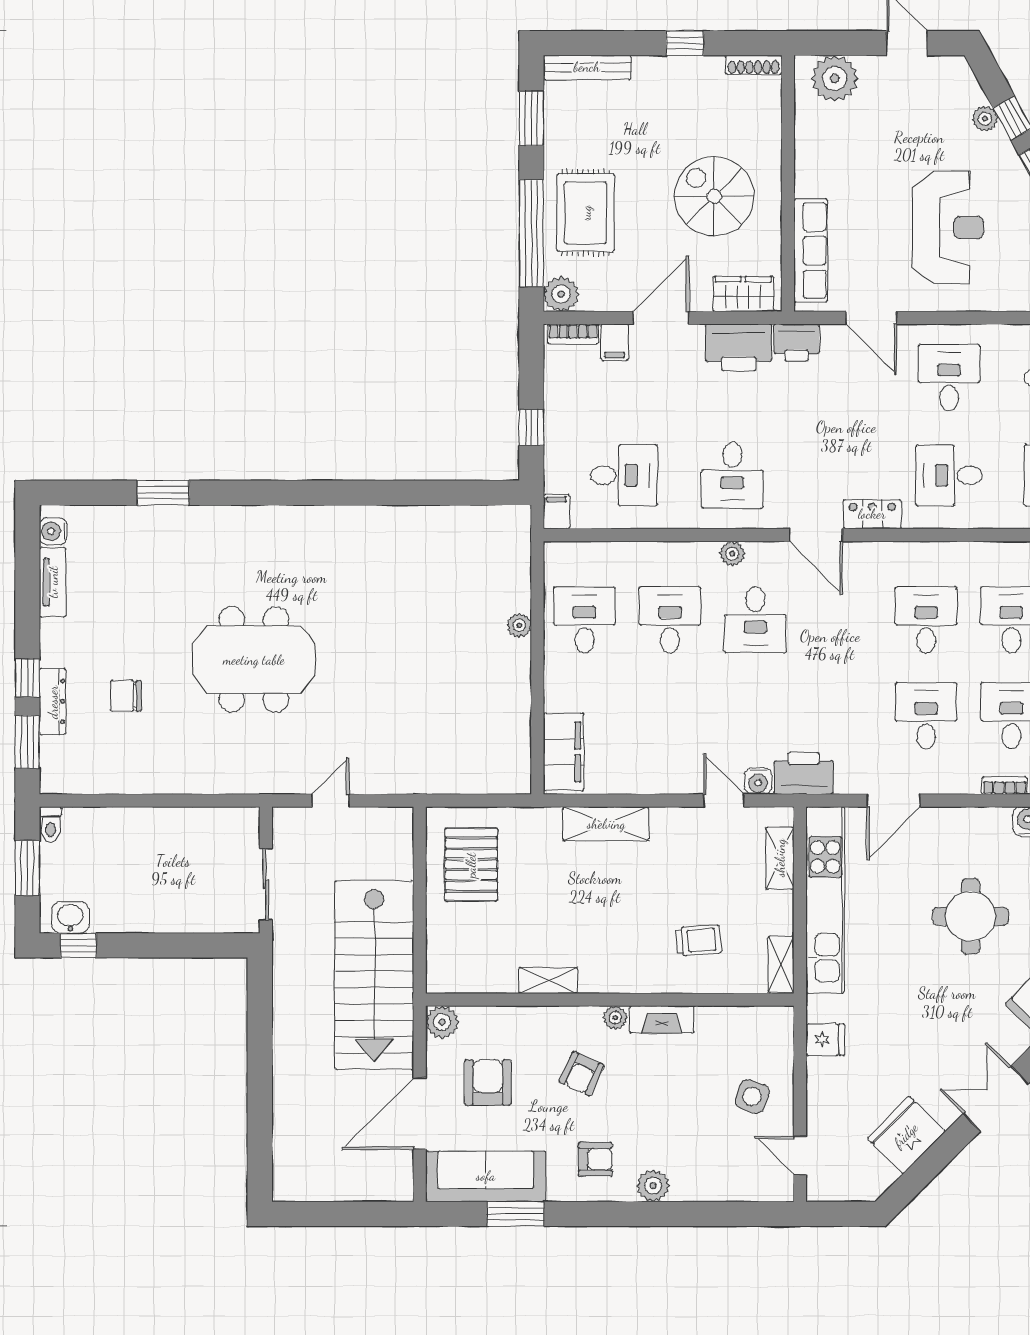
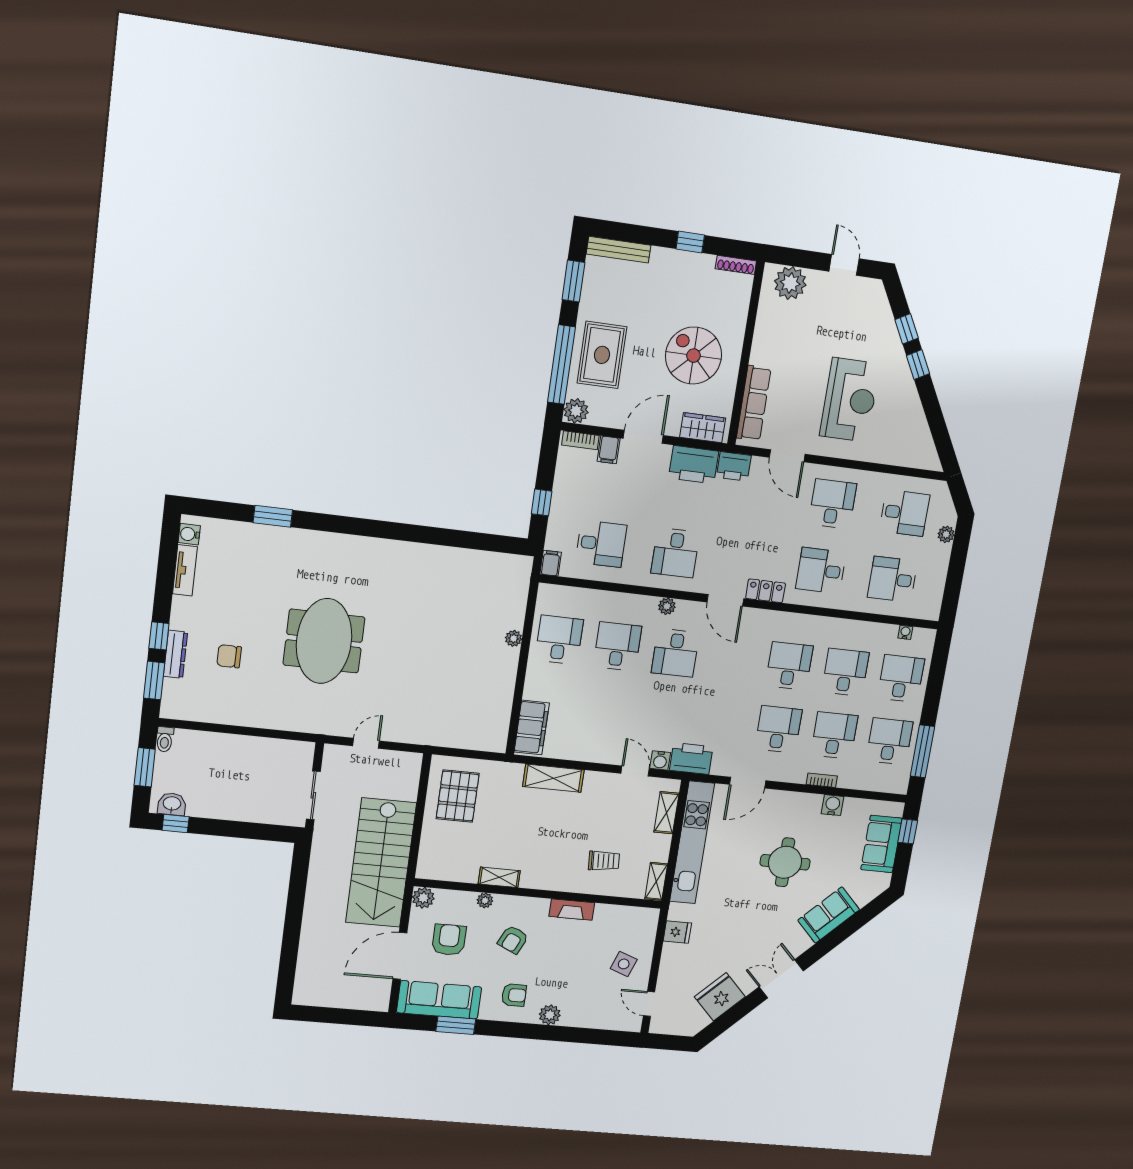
plant: (985, 119) -> (888, 327), removed
meeting table: (254, 660) -> (324, 641), turned 90
plant: (615, 1018) -> (485, 900), moved

